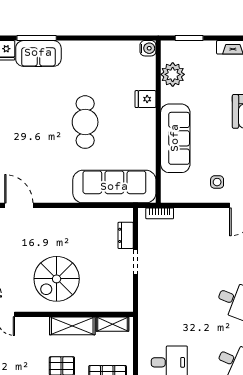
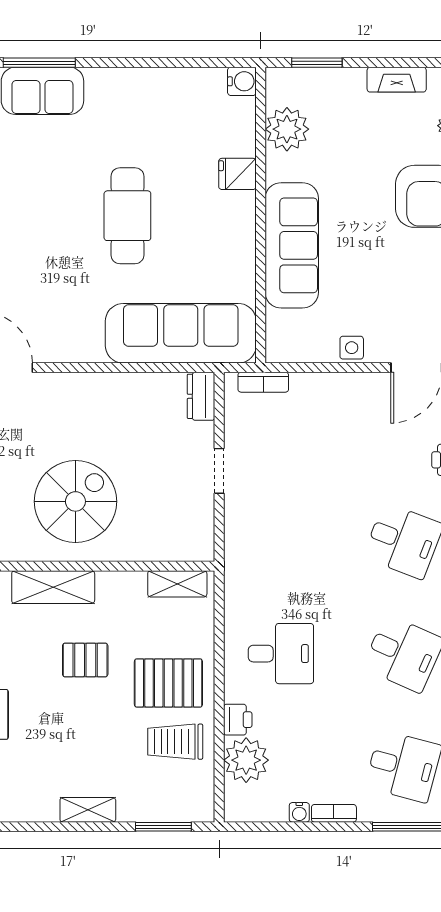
side table: (217, 182) -> (352, 348), moved
dresser: (126, 235) -> (201, 396), moved
spiral stairs: (57, 279) -> (75, 501), turned 180
shelving: (72, 326) -> (53, 587), moved

